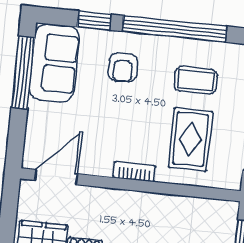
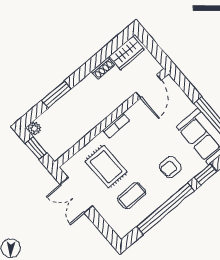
armchair: (123, 67) -> (170, 167), turned -89

